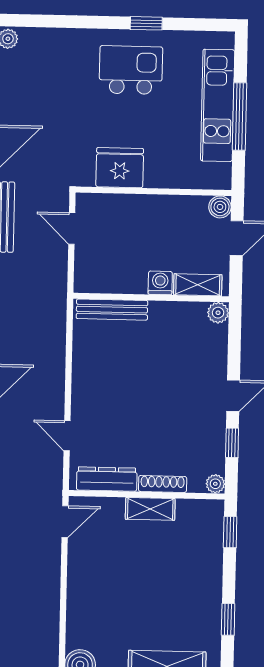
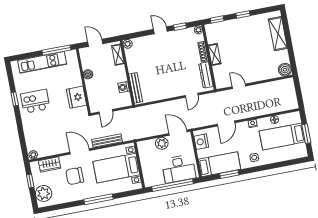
kitchen island: (131, 70) -> (35, 101), turned 90
window: (239, 116) -> (56, 50), moved
boiler: (220, 207) -> (88, 74), moved
washing machine: (160, 283) -> (124, 87), moved
door: (65, 522) -> (239, 86), moved
window: (228, 619) -> (243, 15), moved

